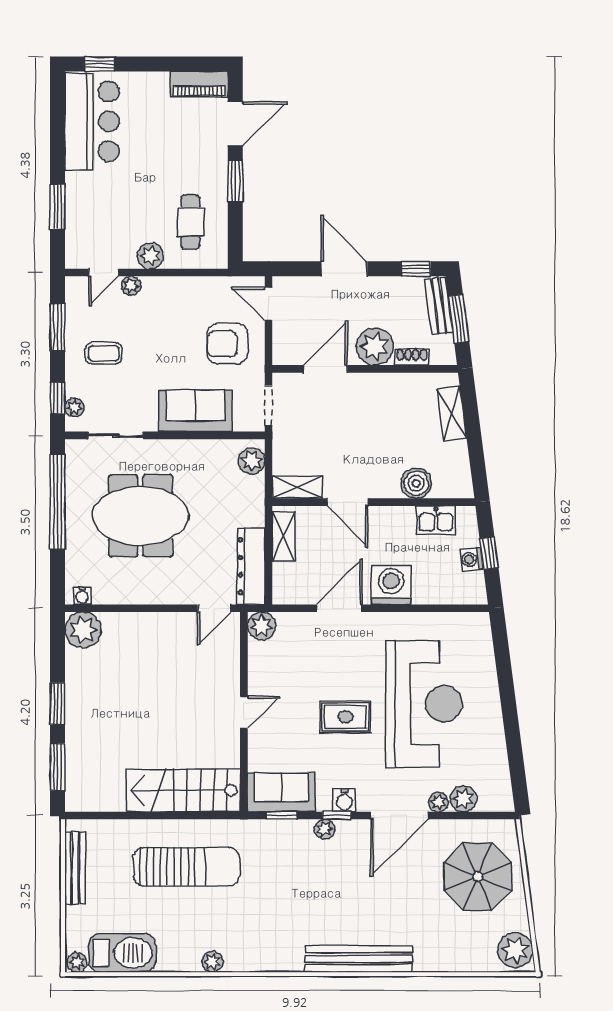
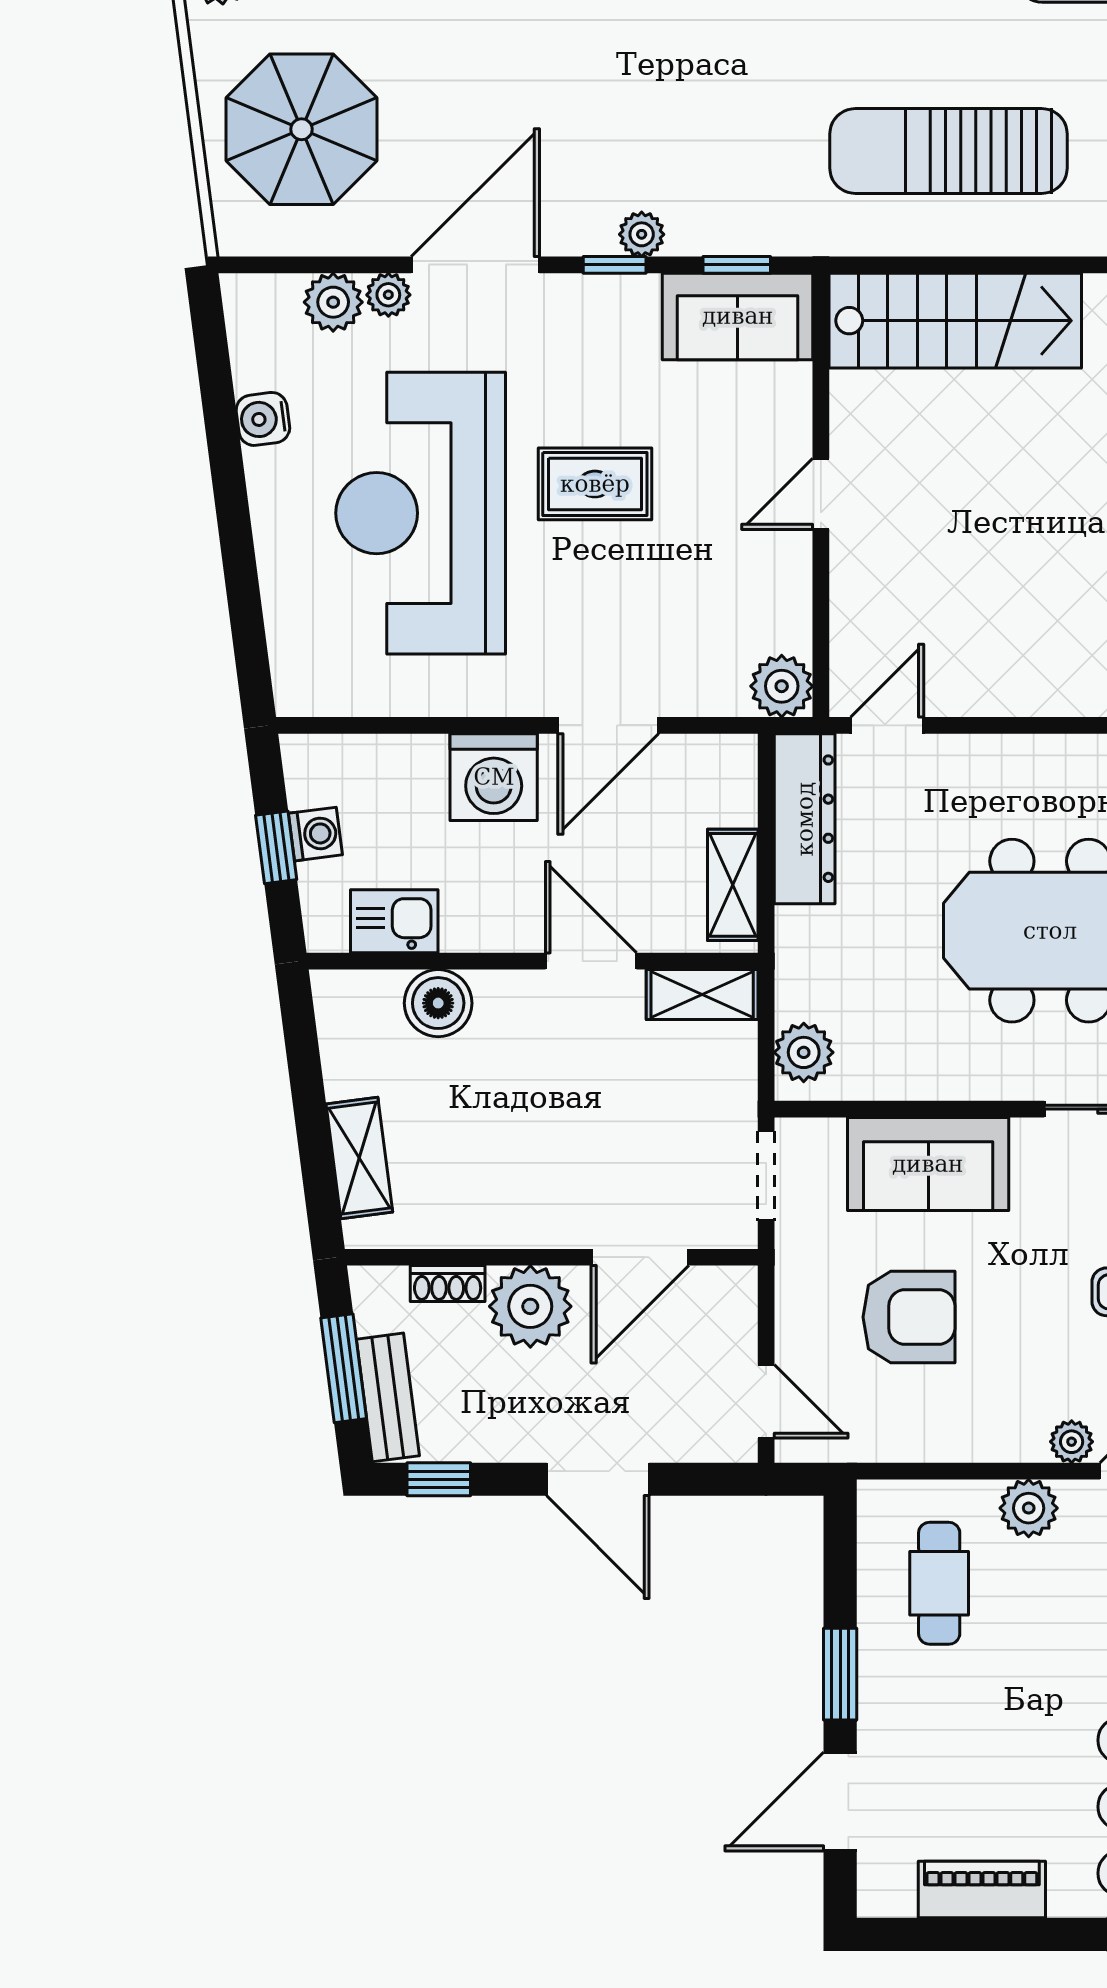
piano: (199, 84) -> (982, 1889), moved
armchair: (227, 344) -> (909, 1317), moved
water cooler: (344, 800) -> (263, 419), moved, turned -97

